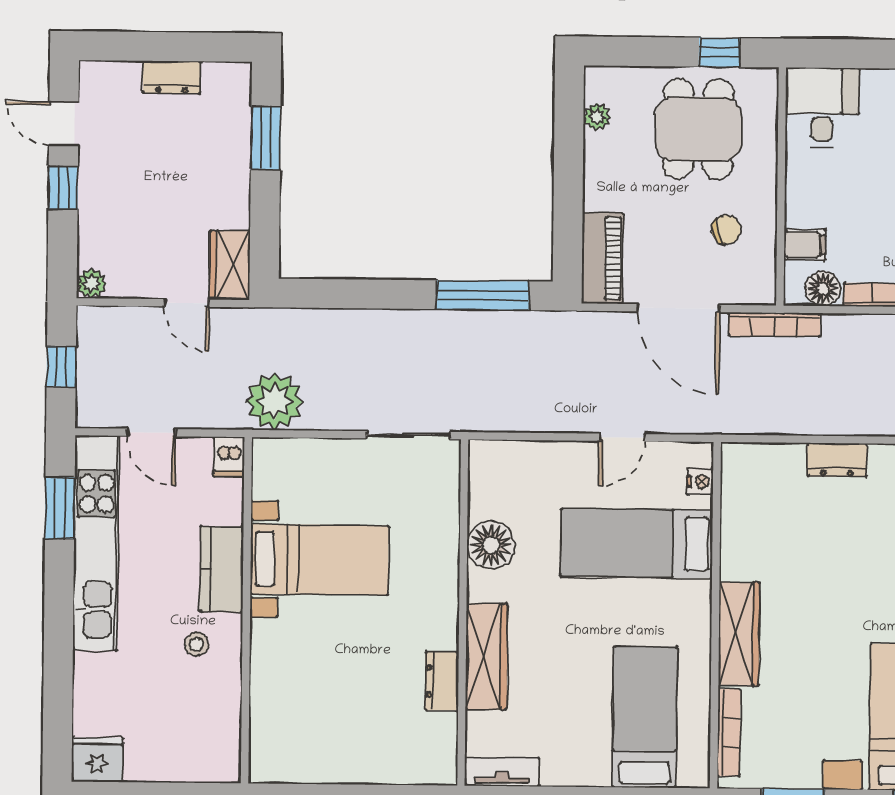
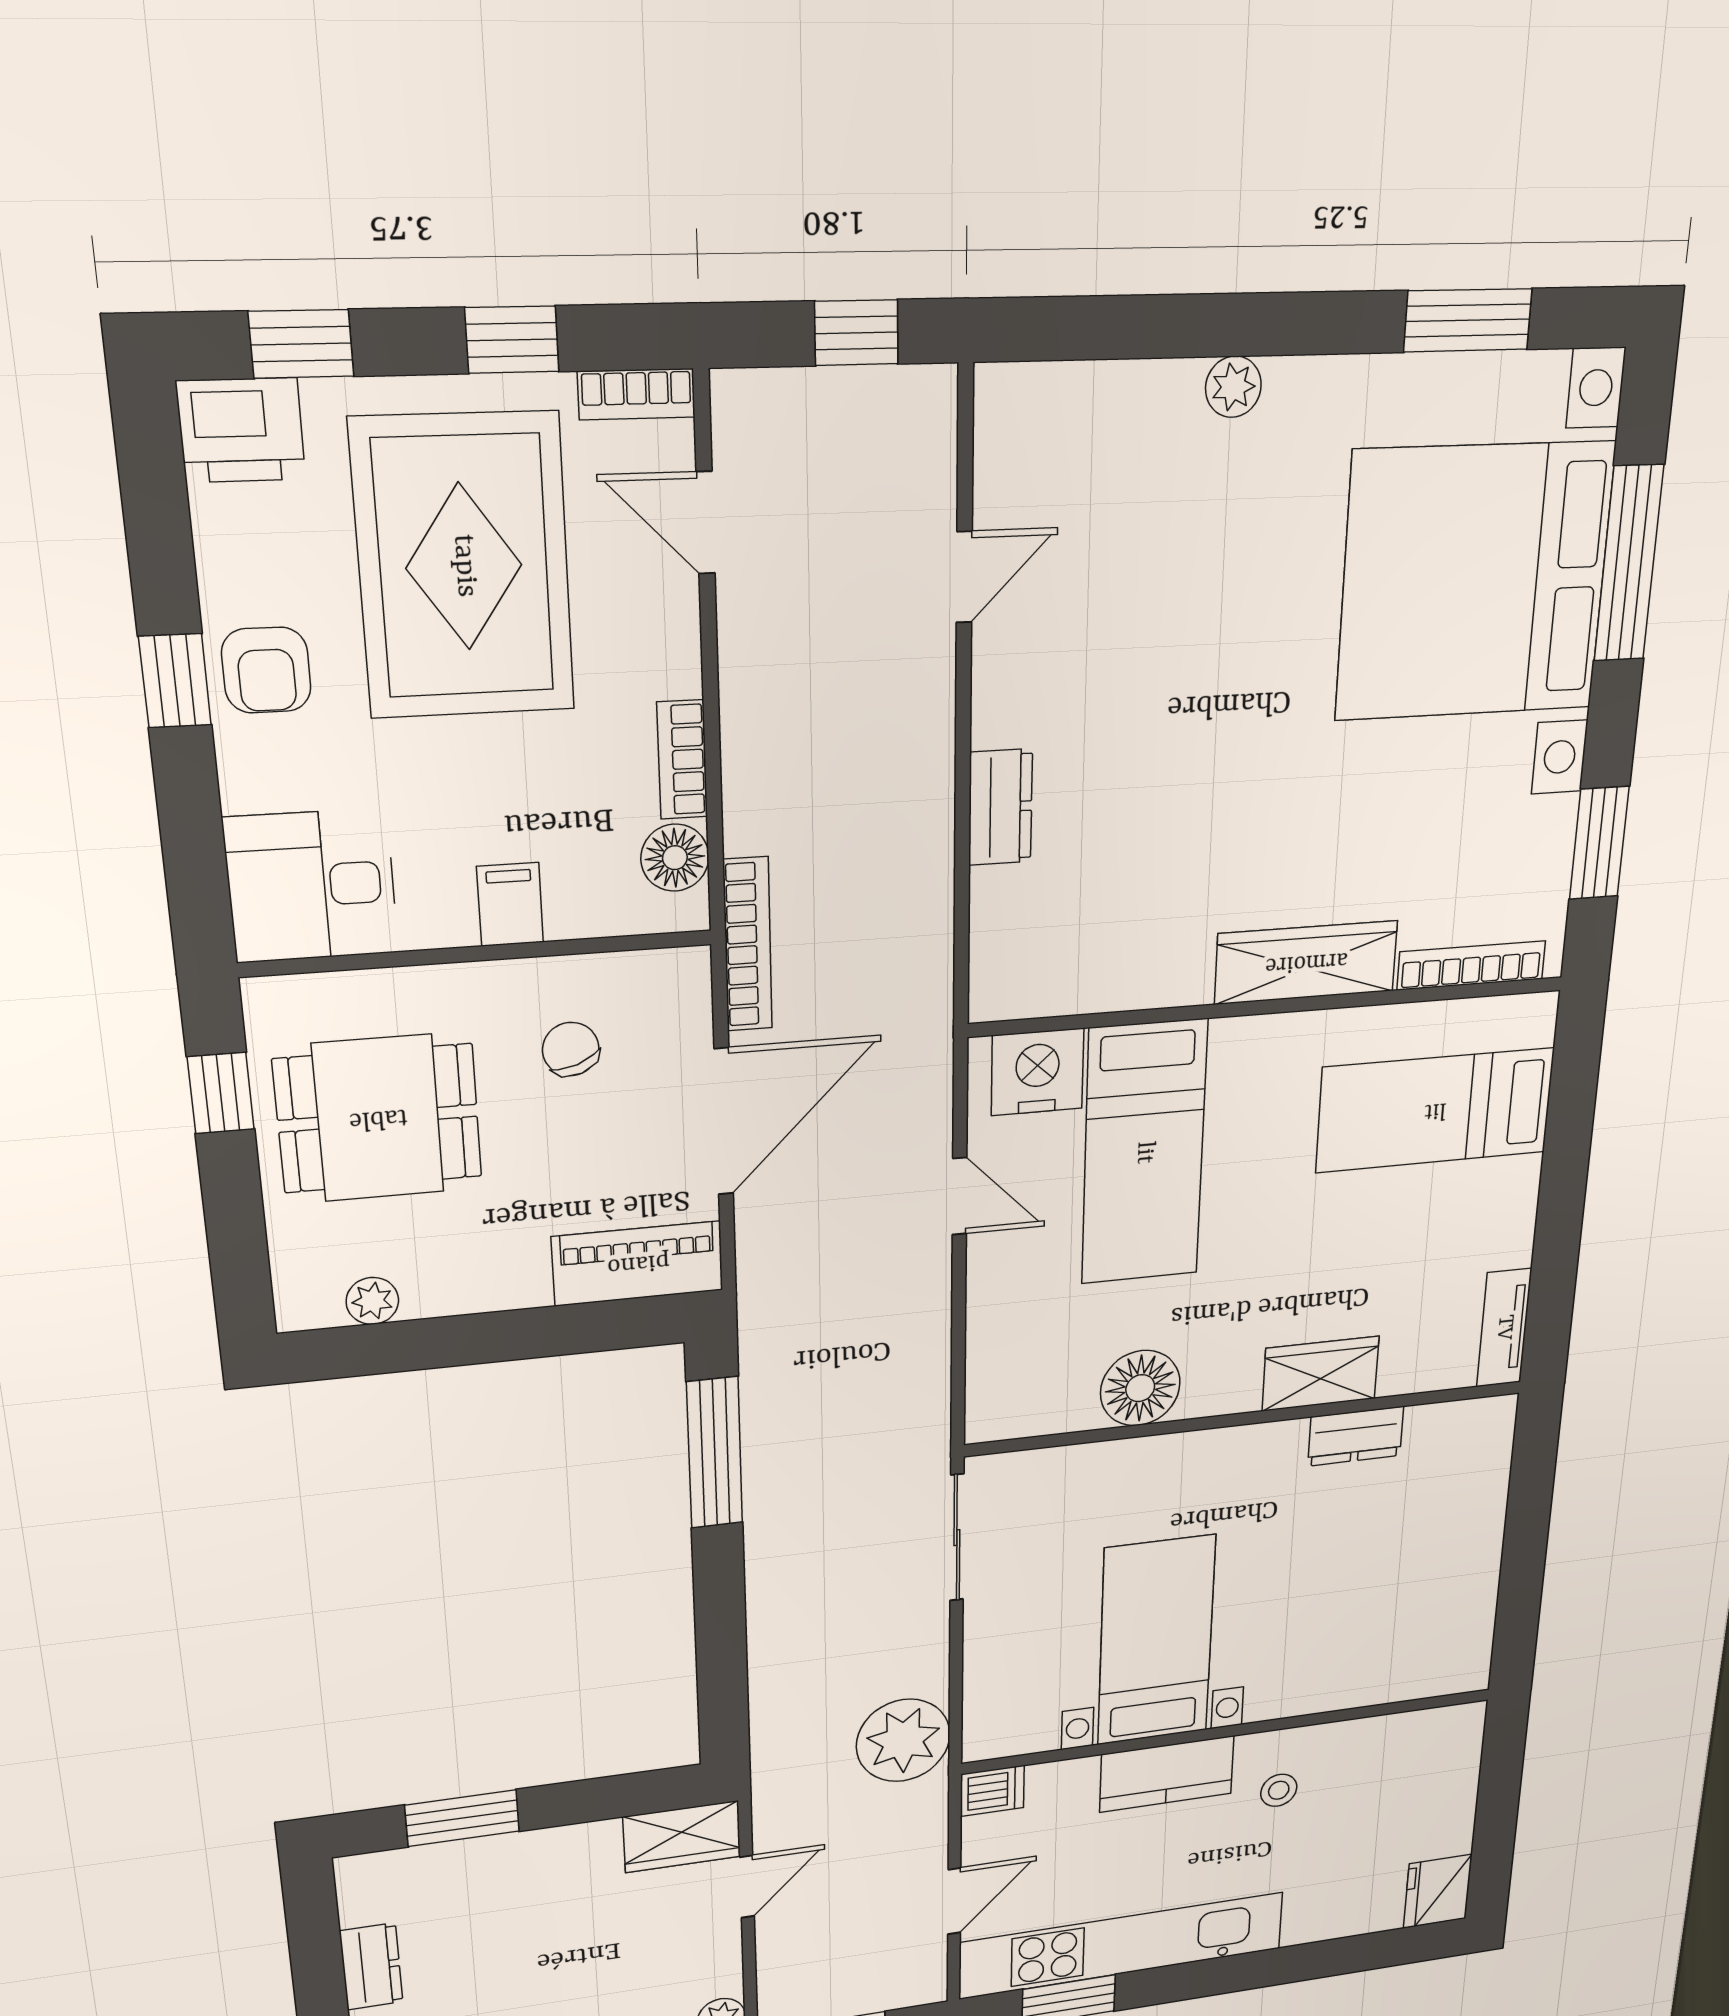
filing cabinet: (805, 245) -> (510, 904), moved
nightstand: (700, 481) -> (1037, 1072), width x1.89, depth x1.79
wardrobe: (486, 656) -> (1321, 1374), width x0.67

